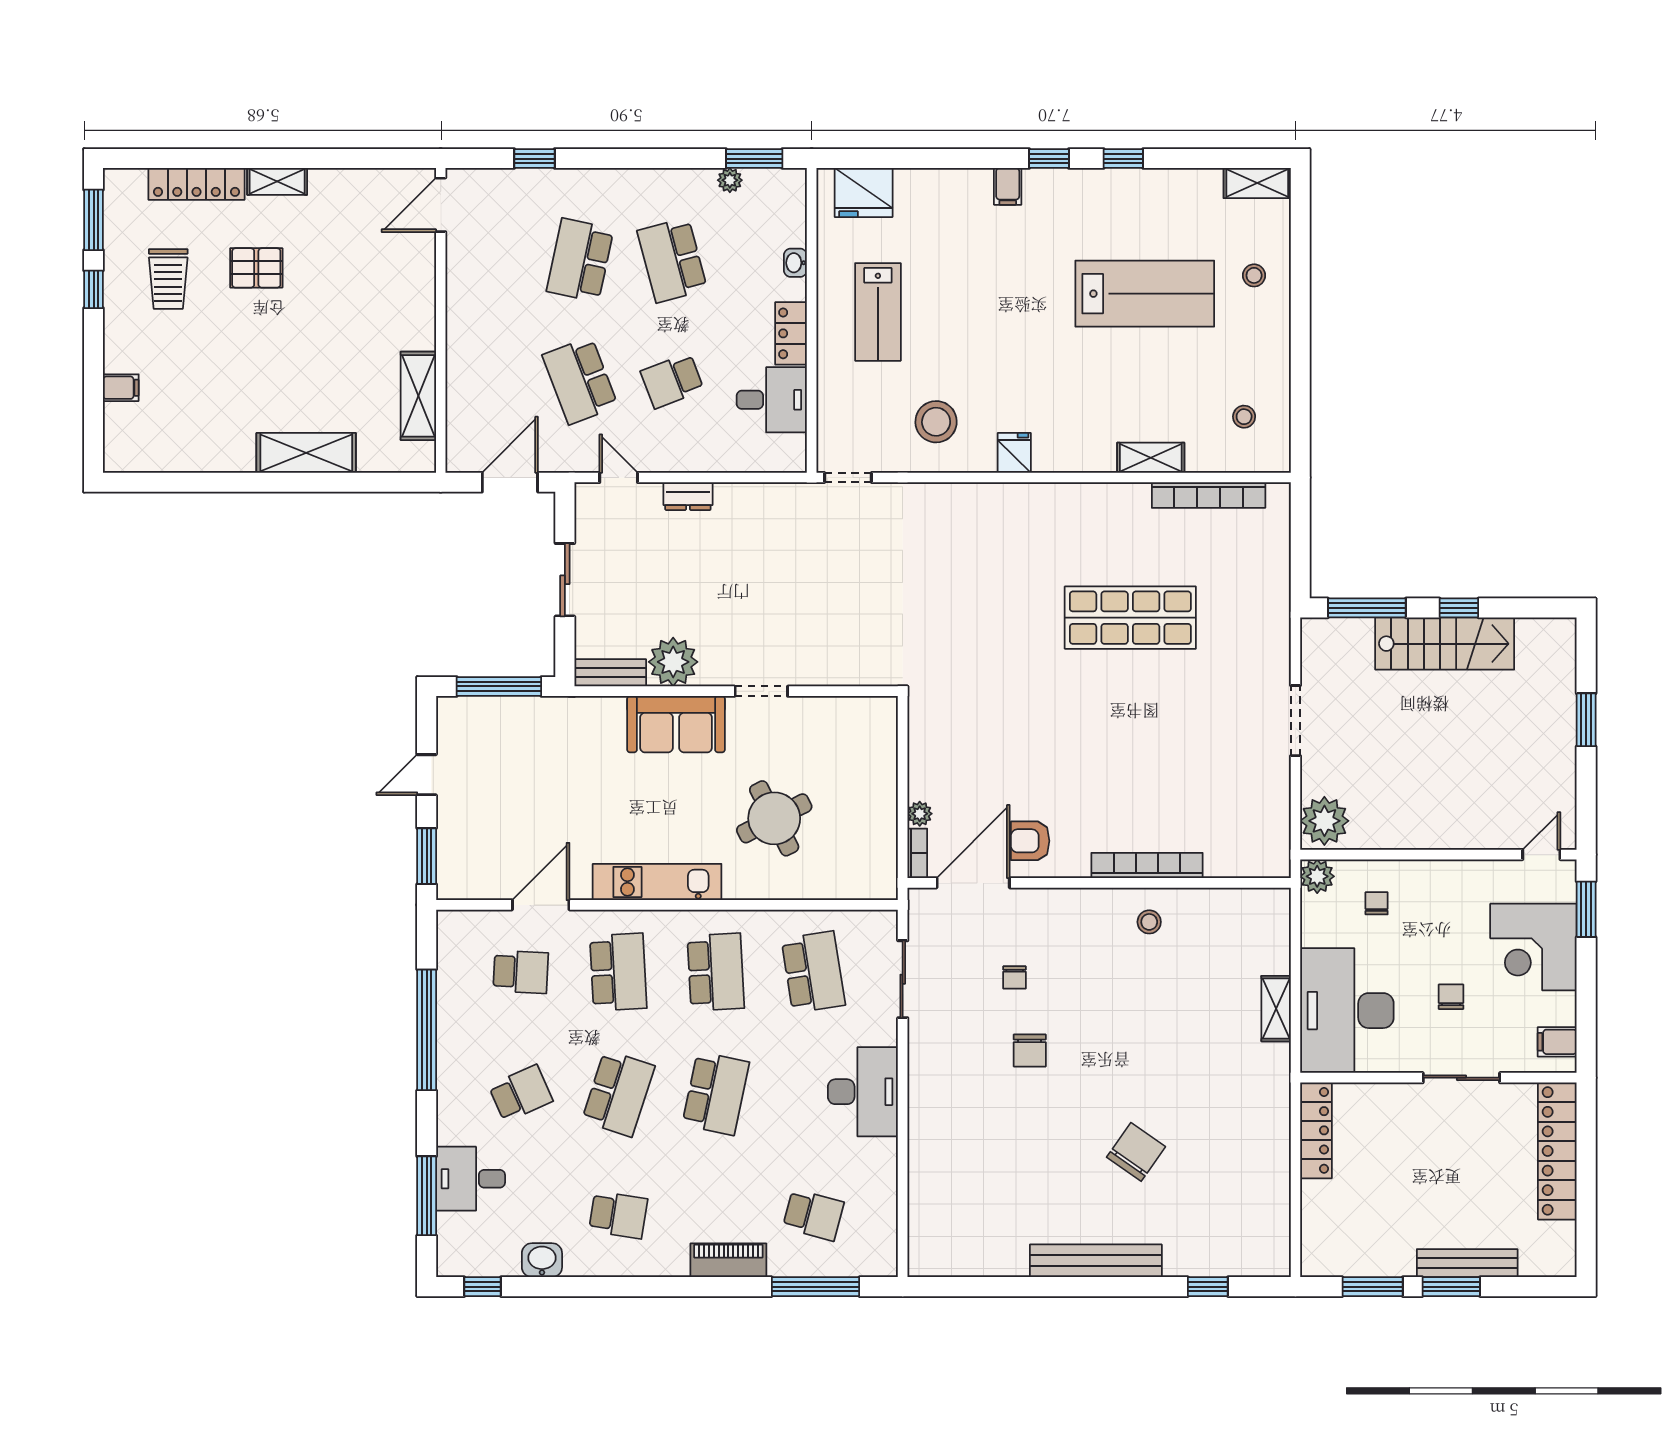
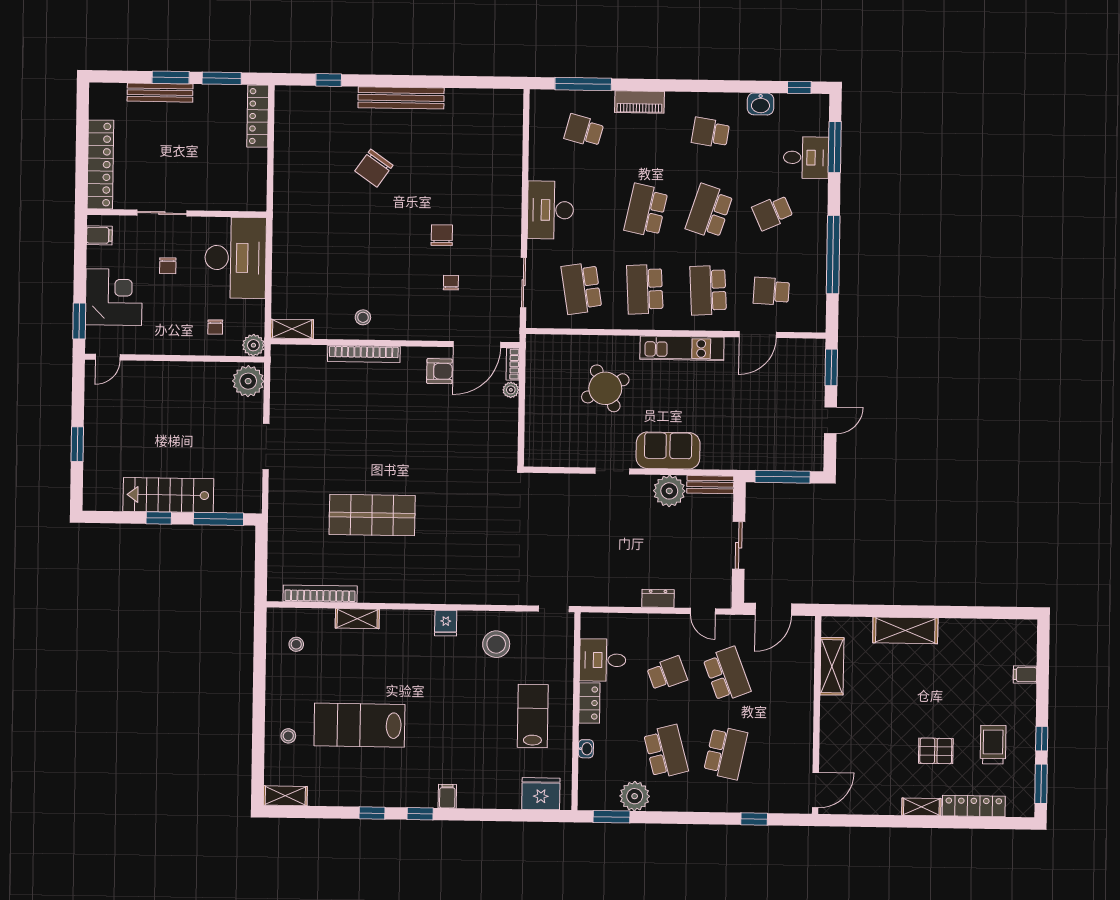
plant: (730, 180) -> (635, 796), width x1.88, depth x1.88
shelving: (1276, 1009) -> (292, 329), moved, turned 90
locker: (1316, 1130) -> (258, 116), moved

